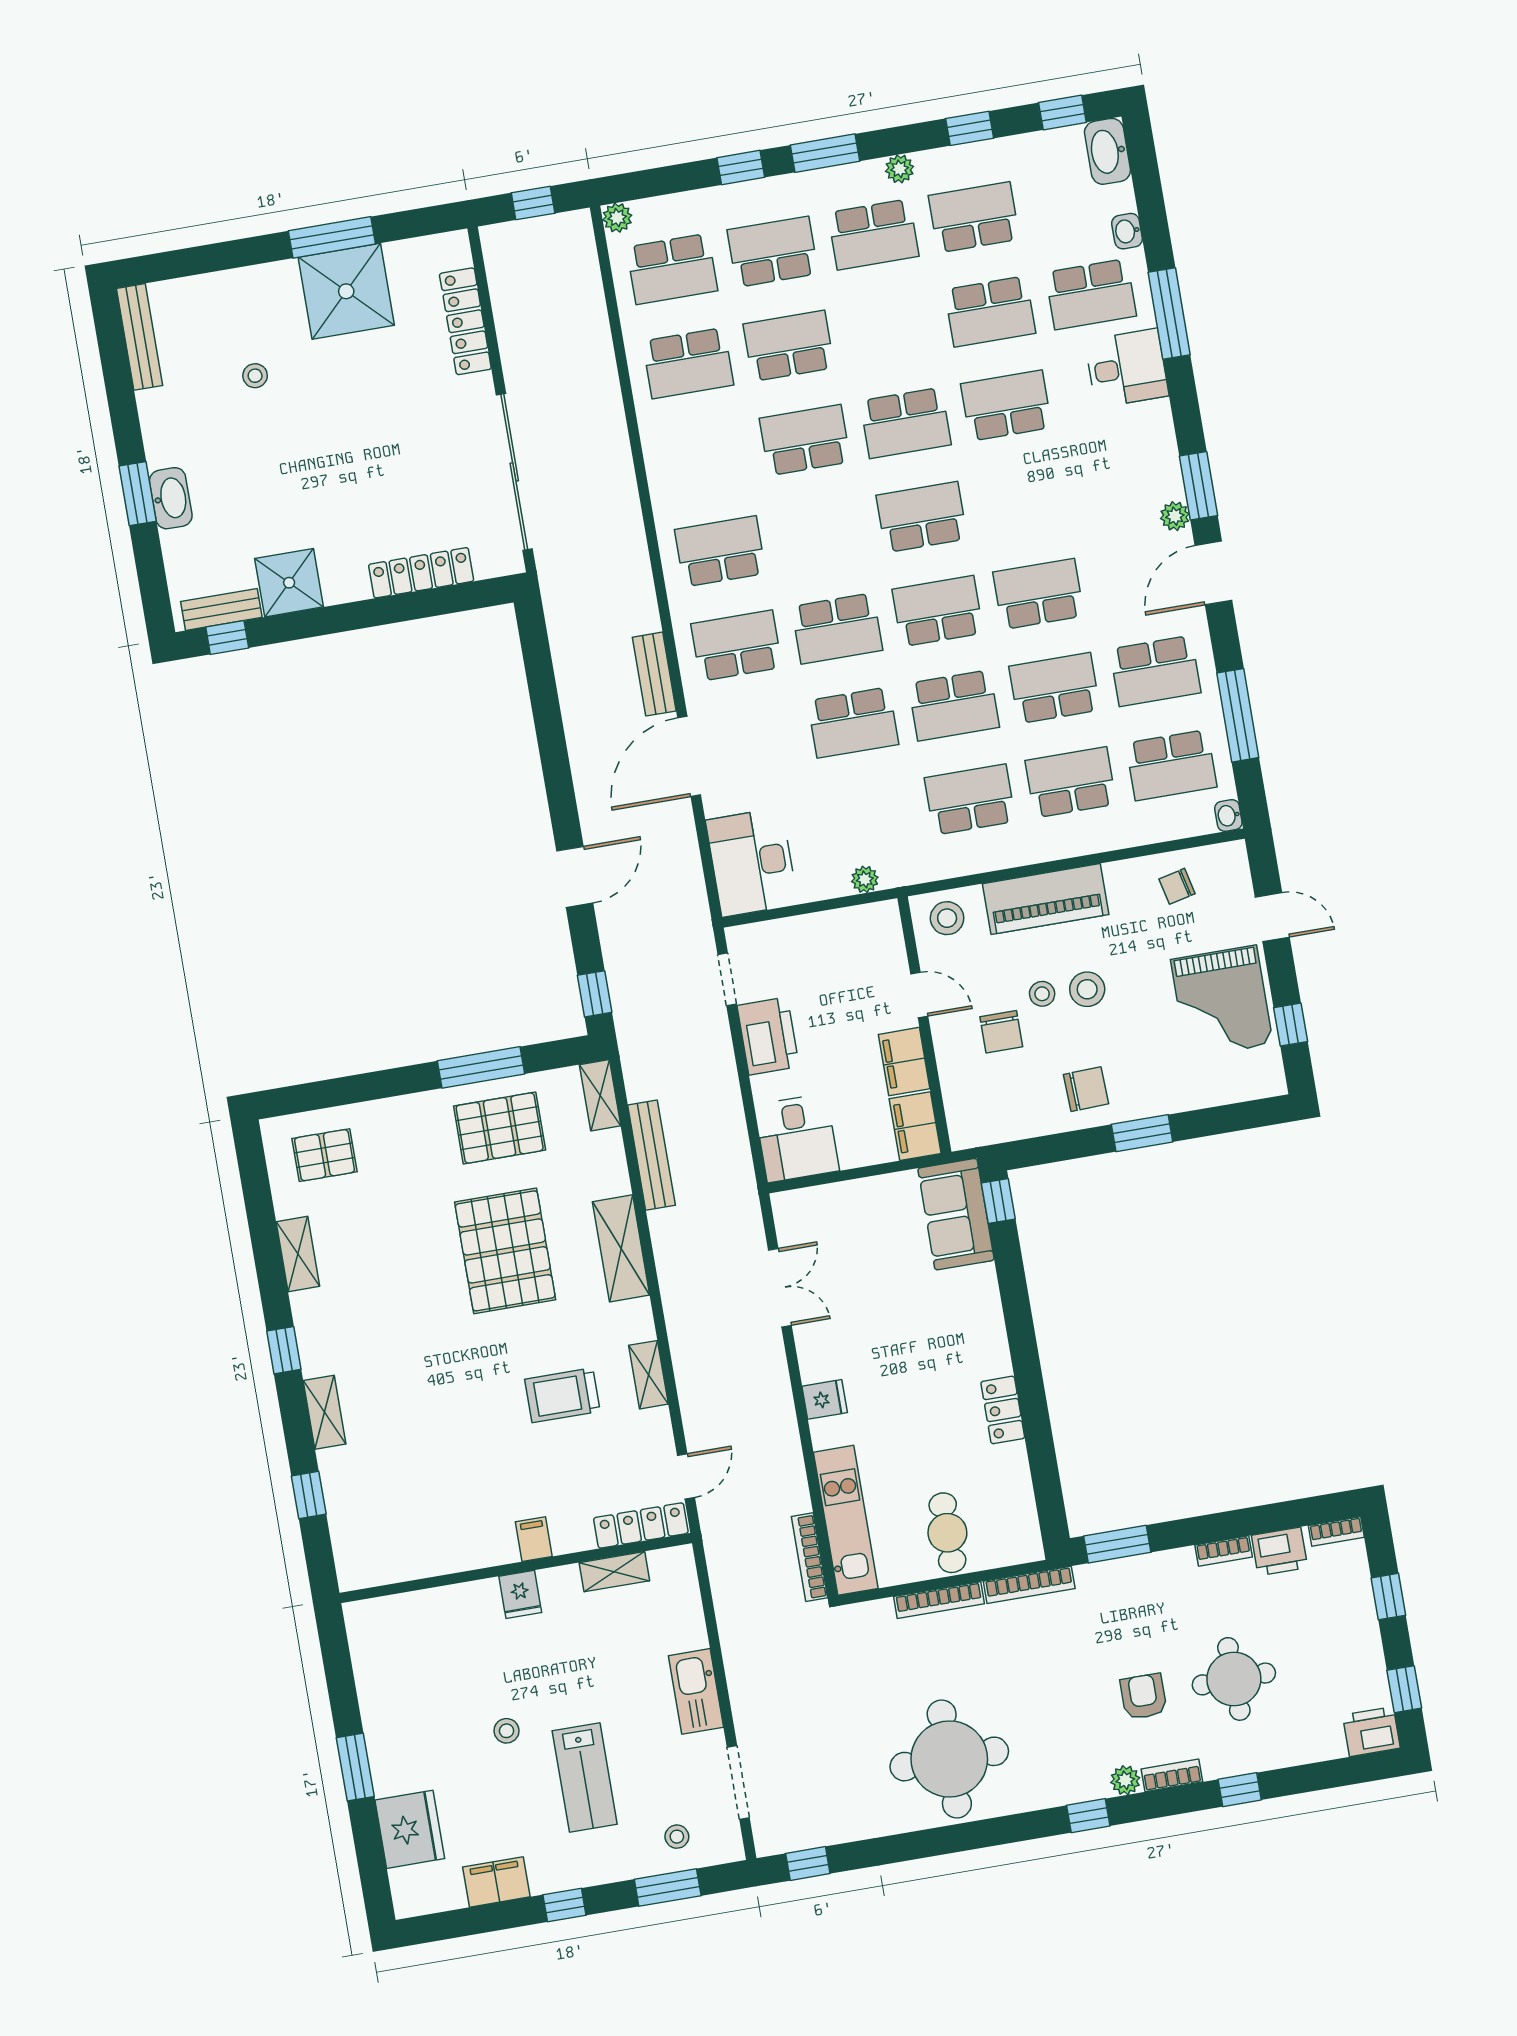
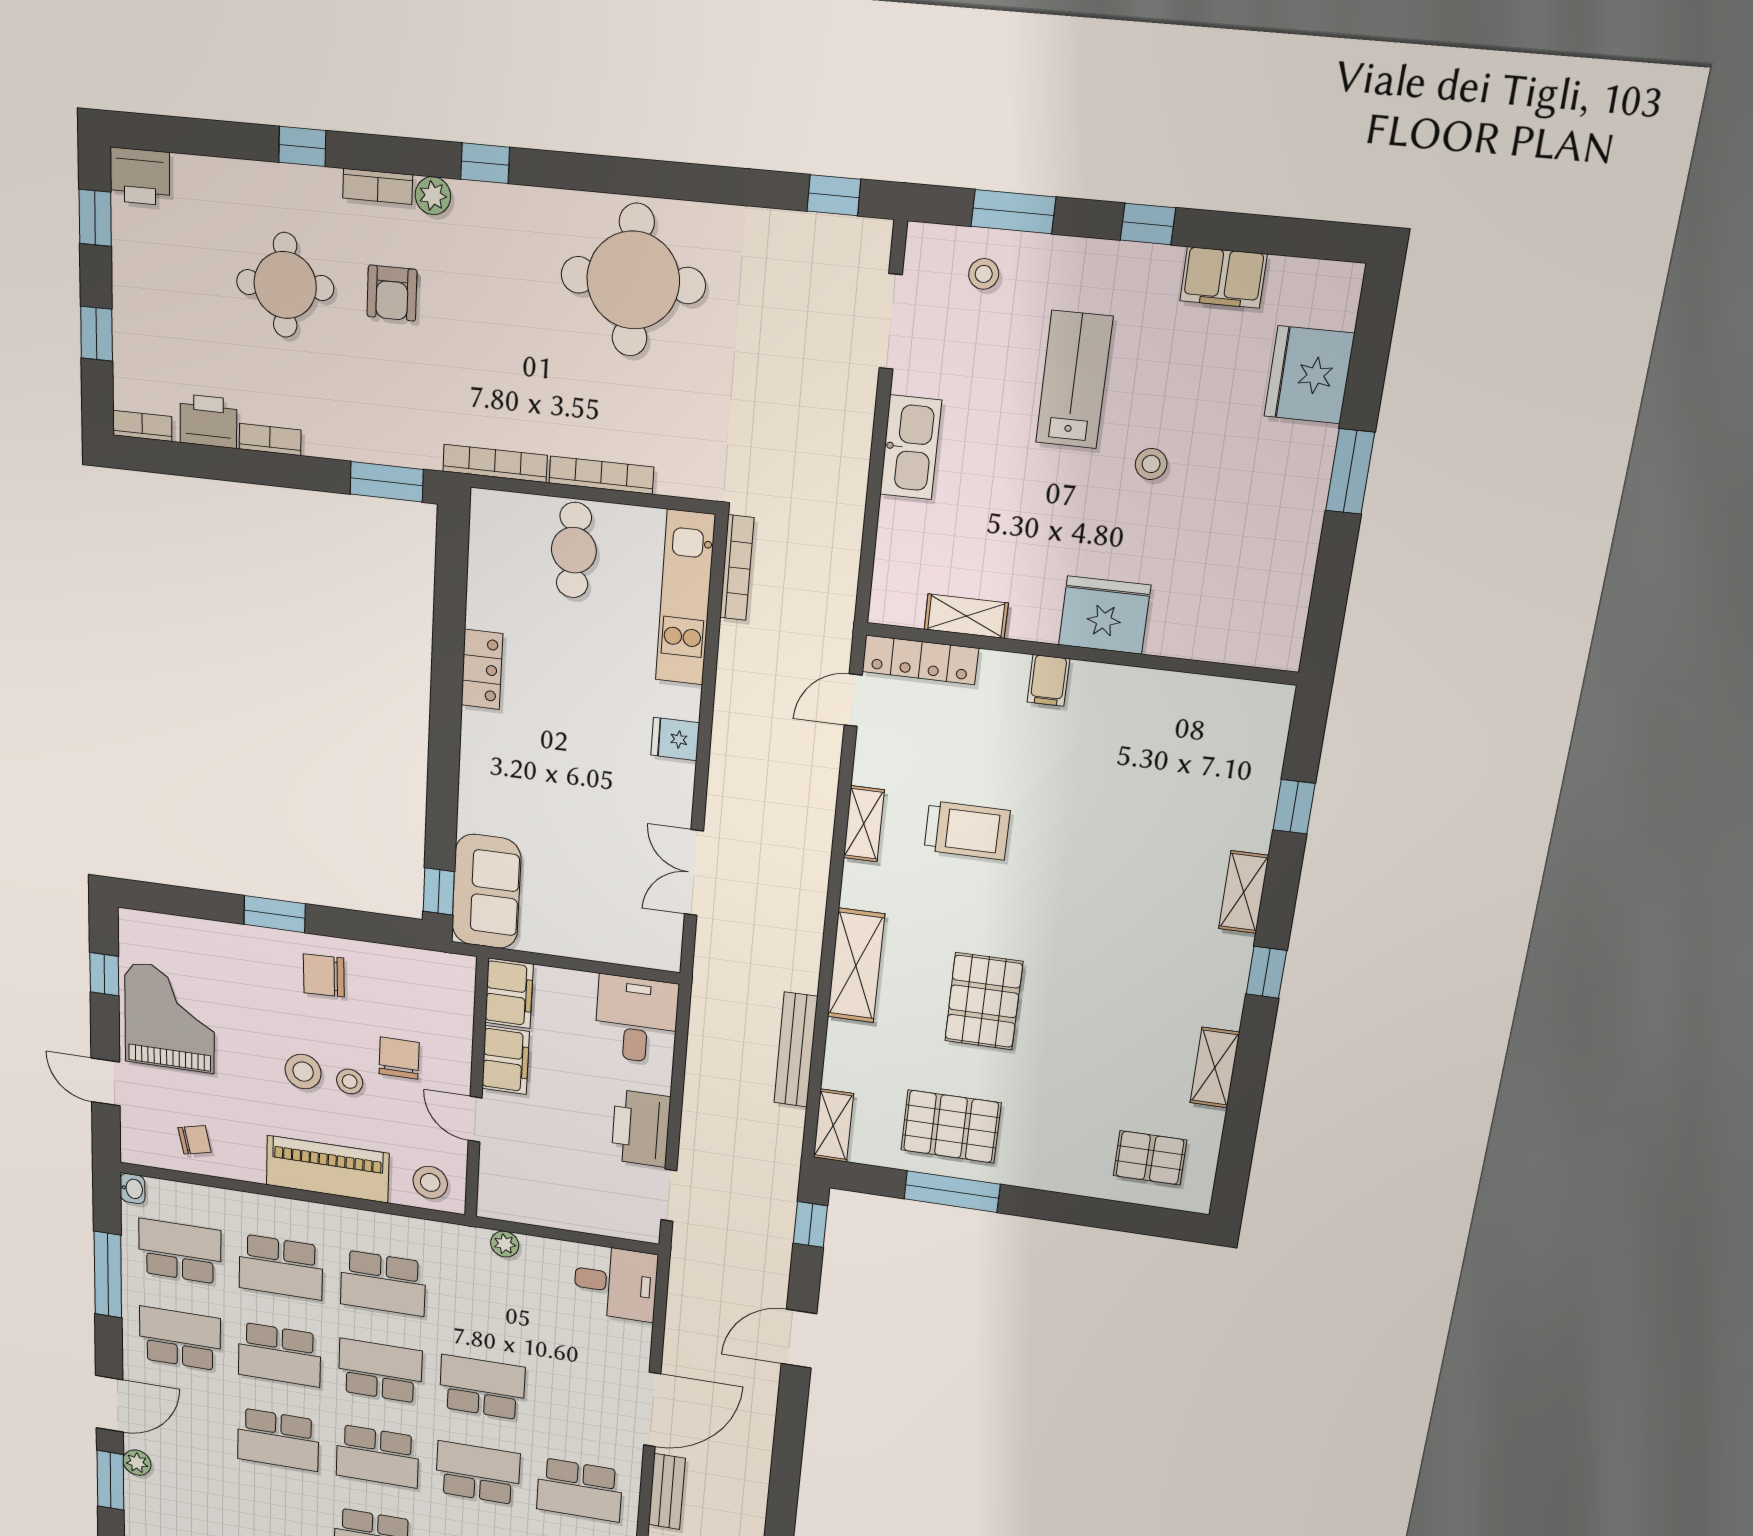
desk: (752, 862) -> (616, 1283), width x0.73
pallet: (505, 1251) -> (984, 1001), width x0.73, depth x0.71
fridge: (520, 1594) -> (1104, 615), width x1.88, depth x1.34

